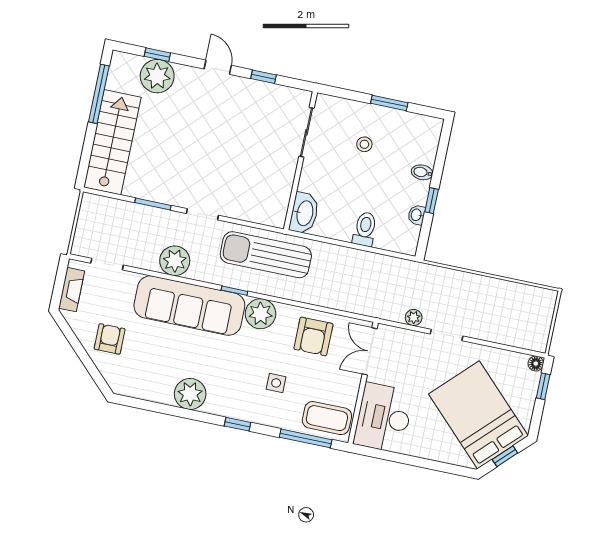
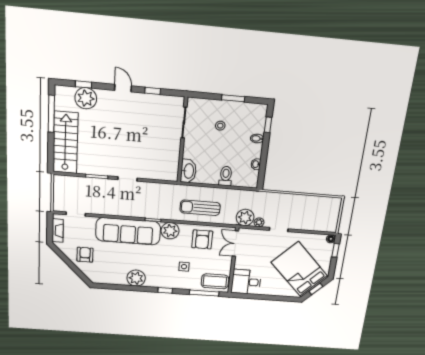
window: (432, 201) -> (268, 125), moved
sun lounger: (266, 255) -> (200, 208), moved, width x0.73, depth x0.75
plant: (175, 261) -> (245, 218), moved
desk: (384, 418) -> (246, 282), width x0.73

